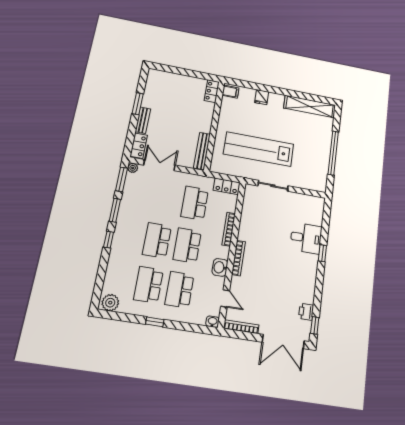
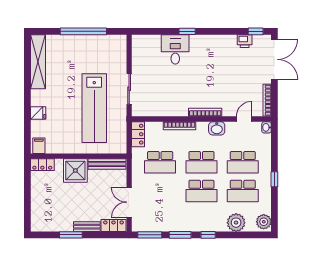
shower: (201, 120) -> (75, 171), added
plant: (133, 168) -> (236, 223), moved, width x1.87, depth x1.87

